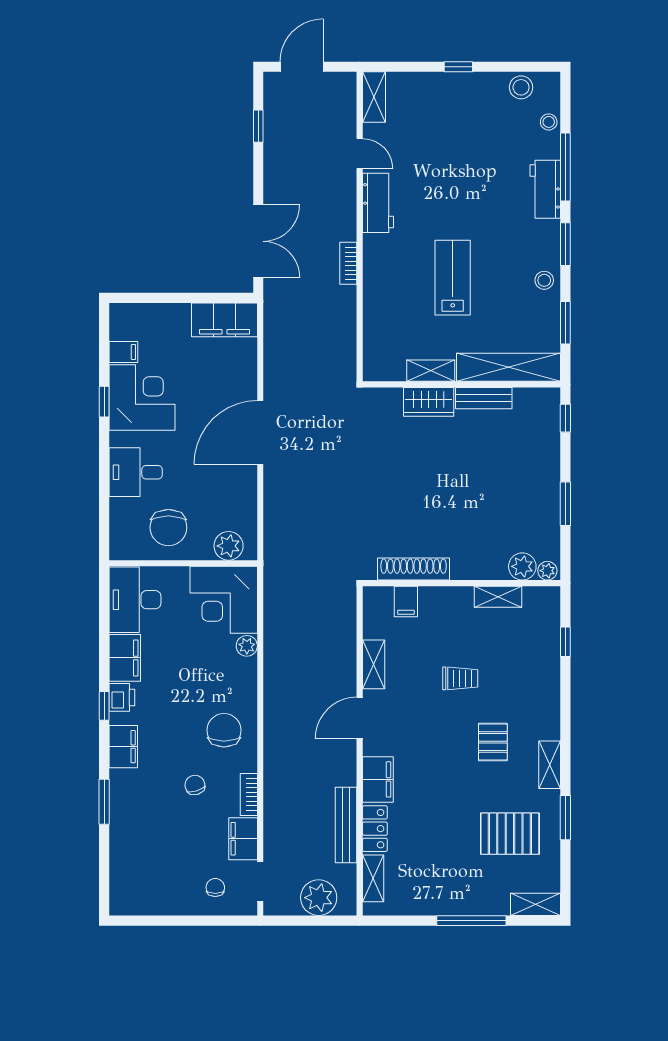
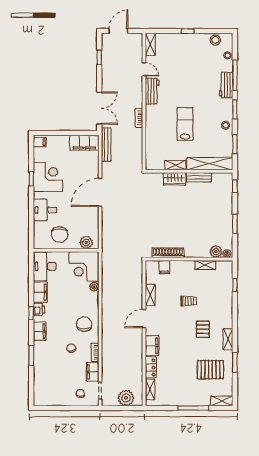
filing cabinet: (123, 352) -> (40, 142), moved
bench: (346, 825) -> (106, 144), moved

